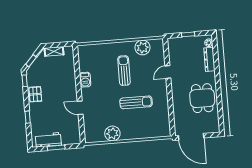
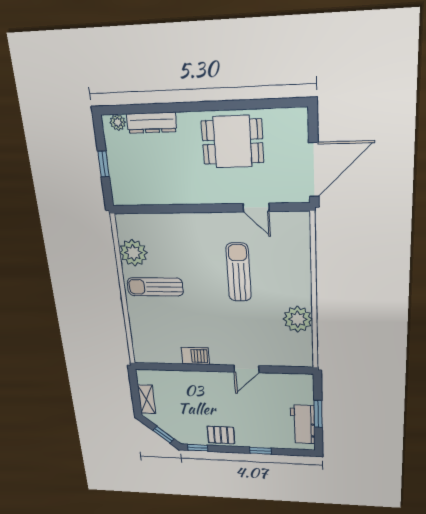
sun lounger: (124, 71) -> (155, 287), moved
door: (168, 72) -> (256, 208), moved

